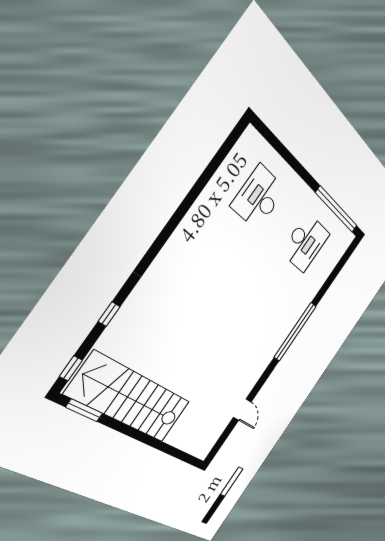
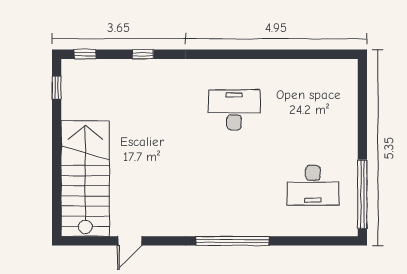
desk: (259, 197) -> (234, 110), moved
stairs: (130, 398) -> (85, 179), moved
window: (84, 410) -> (57, 88), width x0.67

